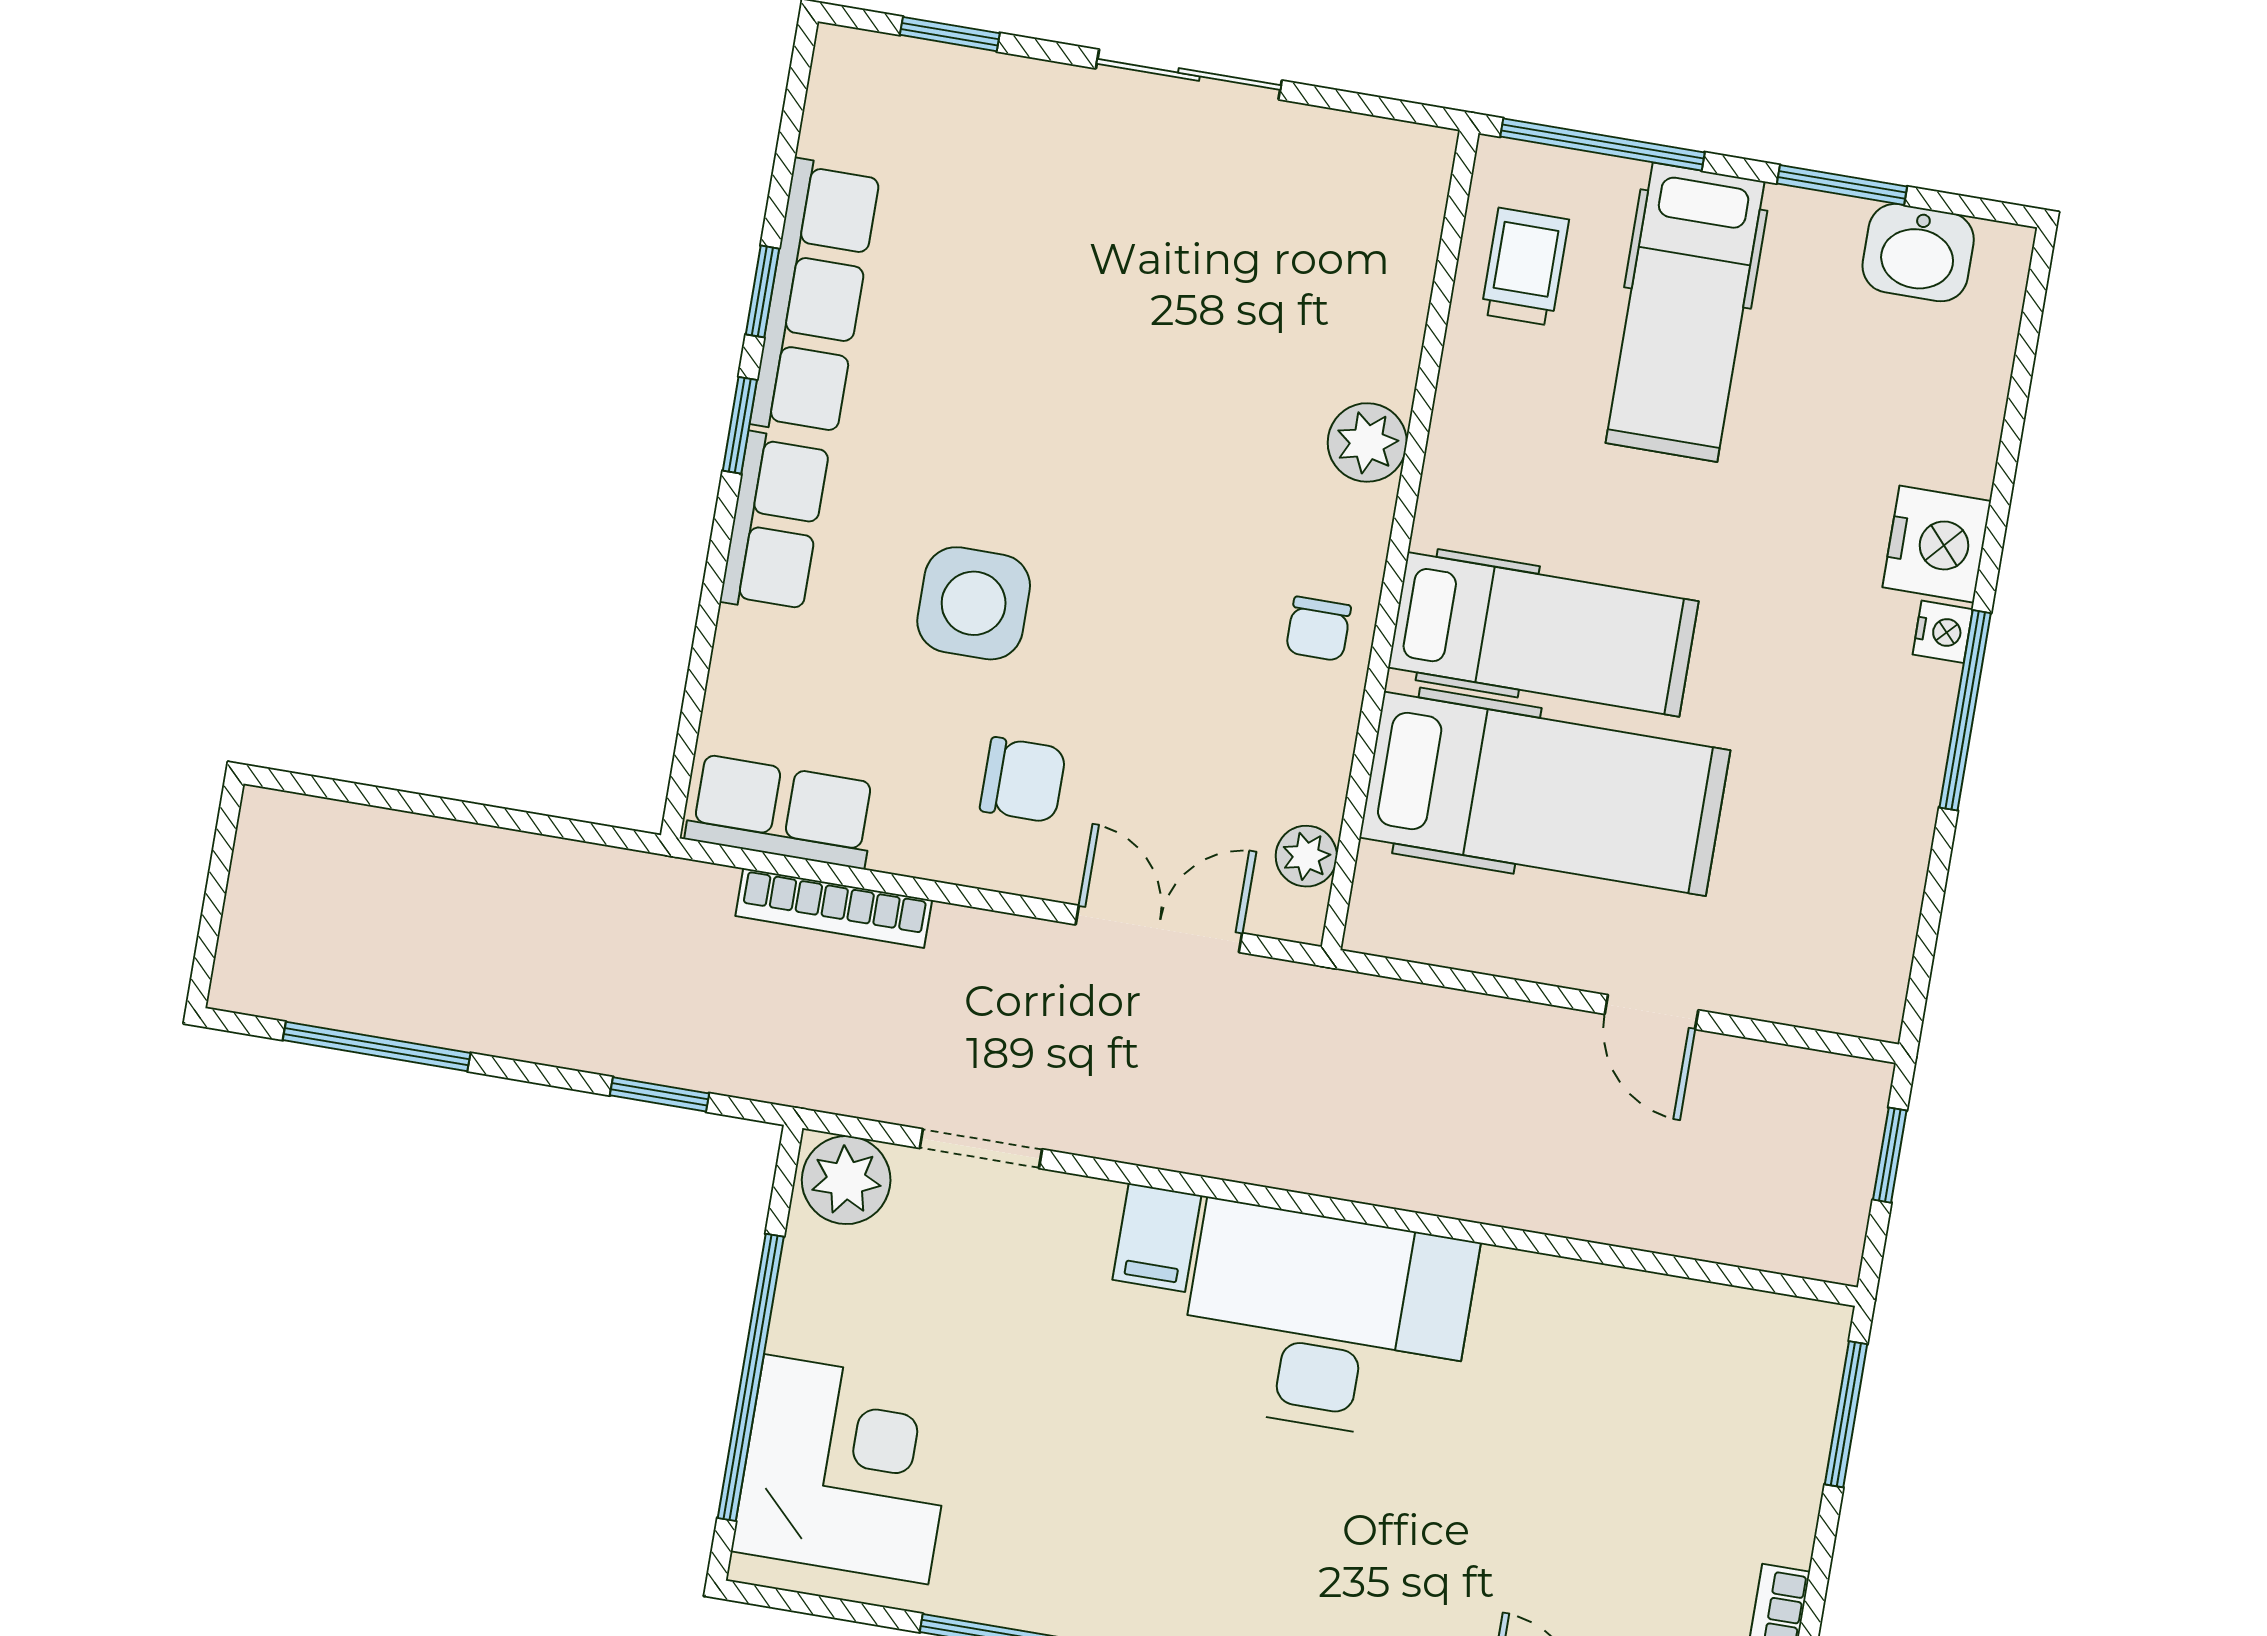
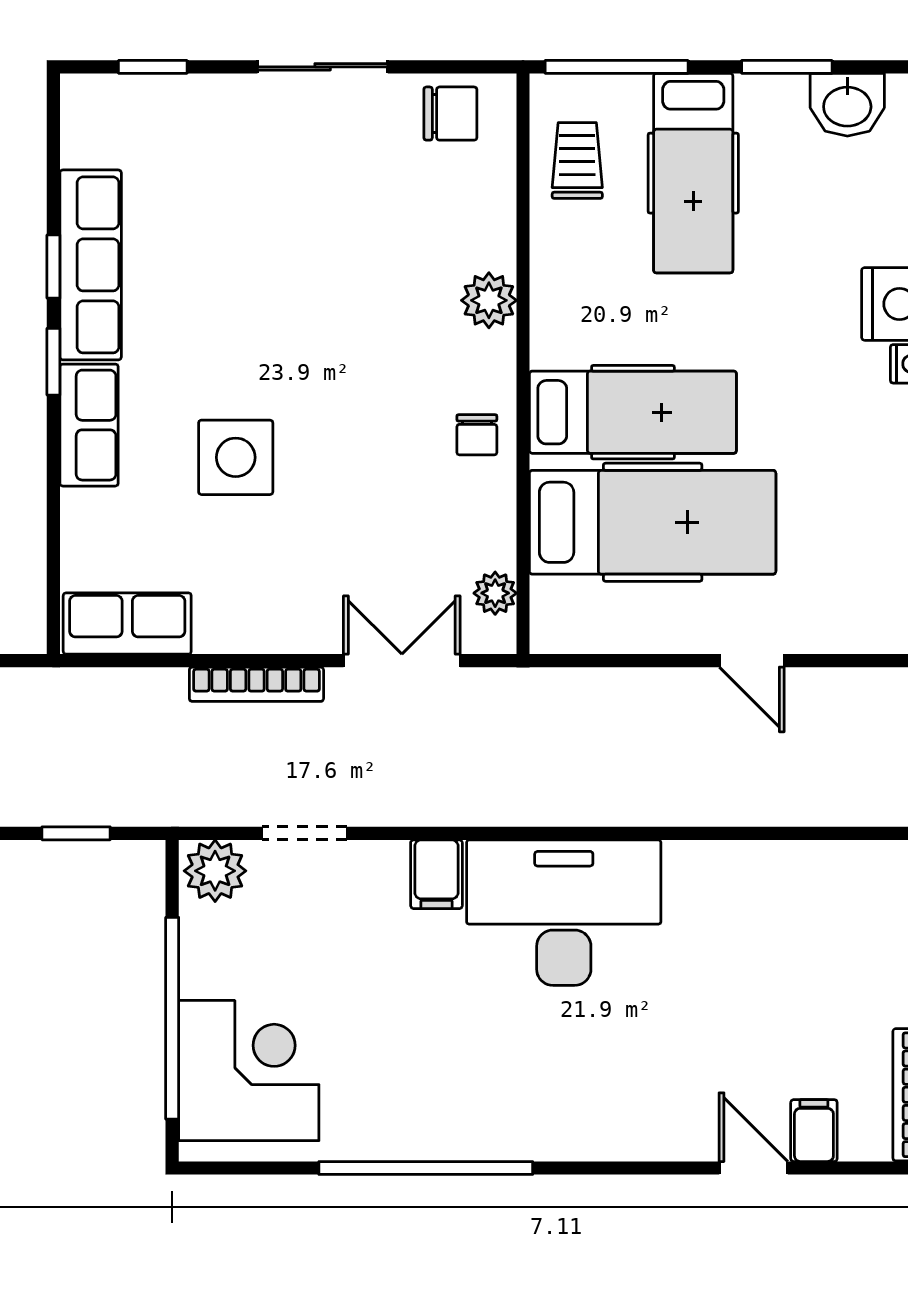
chair: (1023, 780) -> (450, 114), moved
bookcase: (834, 908) -> (256, 684), moved

